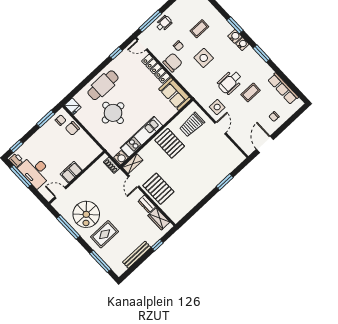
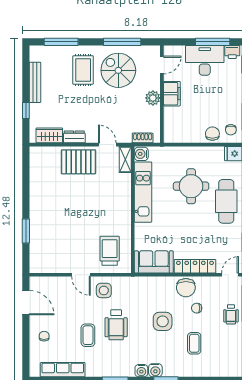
wheelchair: (230, 82) -> (116, 325), turned 180
pallet: (170, 143) -> (112, 213), removed
plant: (84, 181) -> (153, 98), added

